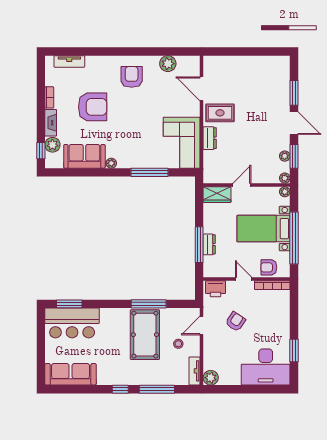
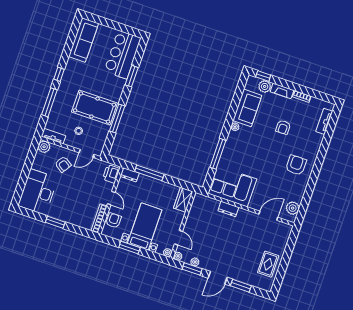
plant: (168, 64) -> (293, 208), moved
armchair: (132, 77) -> (296, 165), turned -90
armchair: (93, 107) -> (283, 127), width x0.53, depth x0.53
rug: (220, 113) -> (268, 264), moved
door: (242, 185) -> (178, 238), moved
window: (294, 238) -> (129, 248), width x0.47
dresser: (209, 244) -> (130, 175), moved
door: (244, 279) -> (111, 198), hinge flipped
window: (69, 304) -> (132, 76), moved
armchair: (235, 322) -> (63, 164), moved
door: (202, 326) -> (86, 153), swing flipped
window: (294, 350) -> (55, 222), moved

